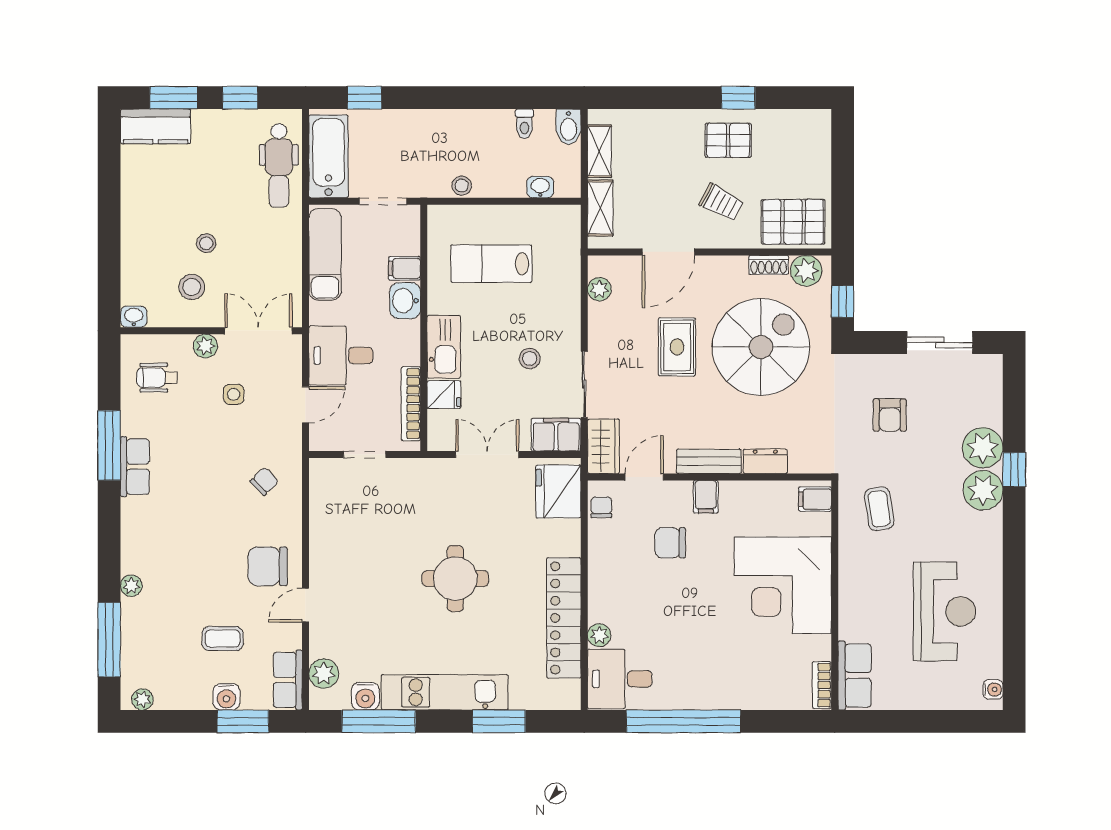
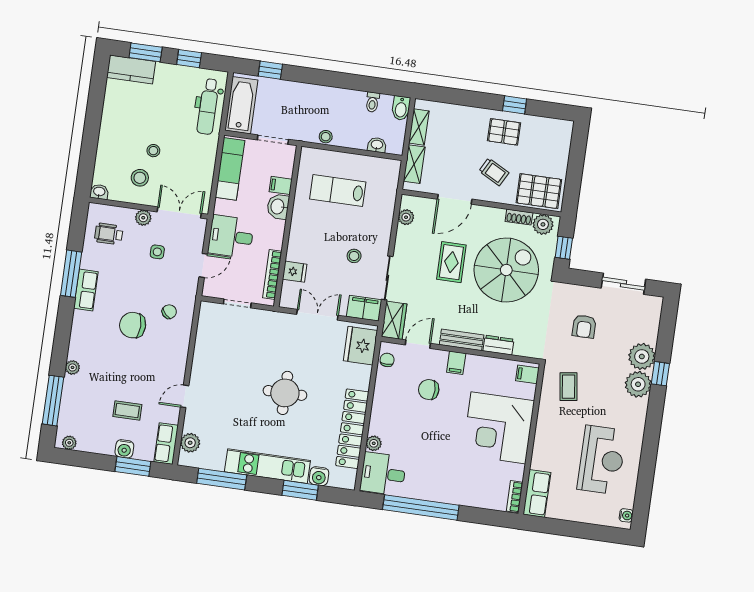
kitchen sink: (444, 347) -> (299, 240), removed
chair: (268, 566) -> (133, 325), moved
water cooler: (365, 696) -> (319, 476), moved

